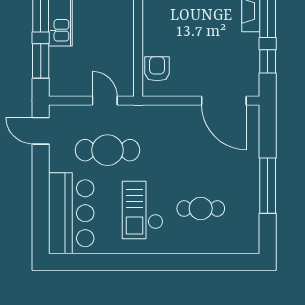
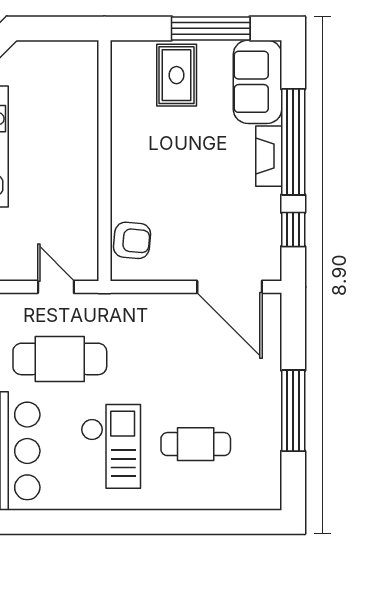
armchair: (157, 69) -> (132, 240), turned 95
checkout: (143, 210) -> (111, 446), turned 180

